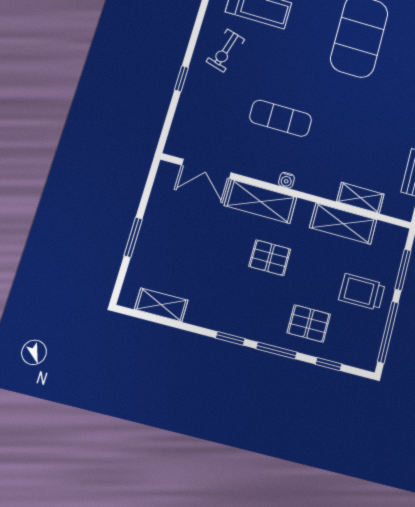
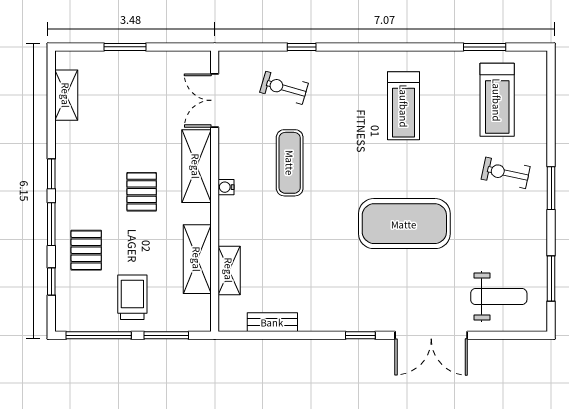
exercise bike: (226, 51) -> (284, 88), moved

